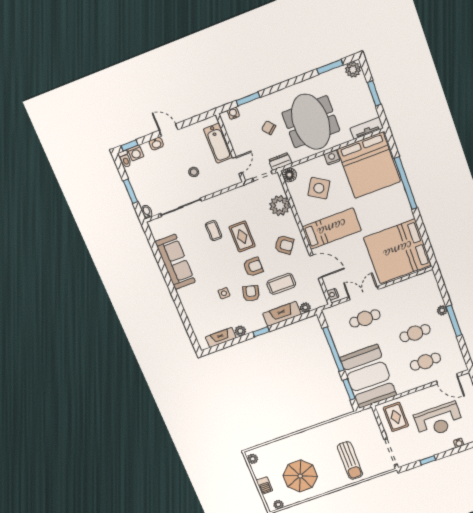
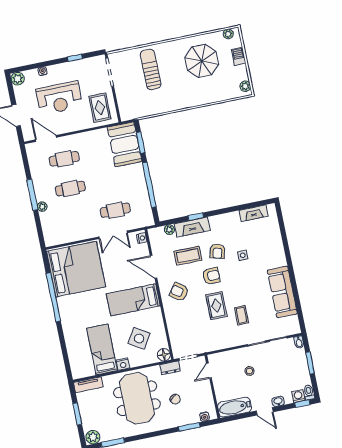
bathtub: (218, 143) -> (235, 407), moved, turned -90
bed: (369, 165) -> (102, 349), width x0.49
window: (406, 183) -> (53, 297), moved
plant: (280, 206) -> (177, 328), removed
armchair: (253, 267) -> (211, 276), turned 180
plant: (240, 331) -> (234, 217), removed
window: (261, 332) -> (196, 217), moved
booth: (368, 376) -> (125, 144), width x0.73, depth x0.70
reception desk: (439, 420) -> (59, 98), turned 180

